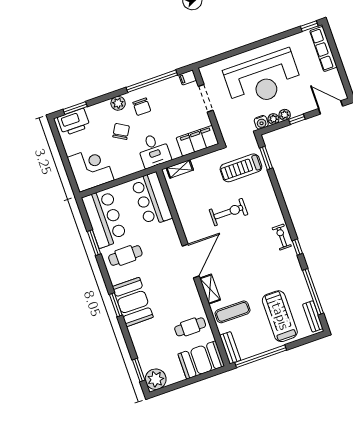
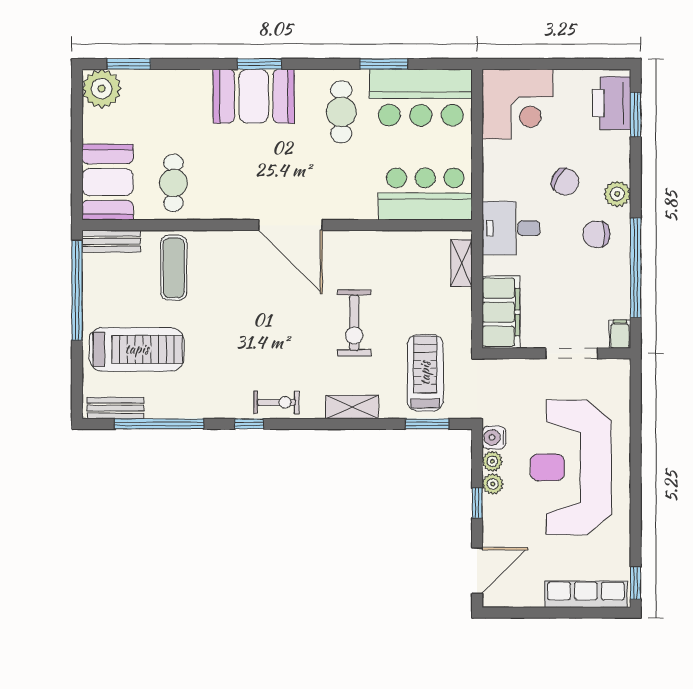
shelving: (210, 289) -> (352, 407), moved

